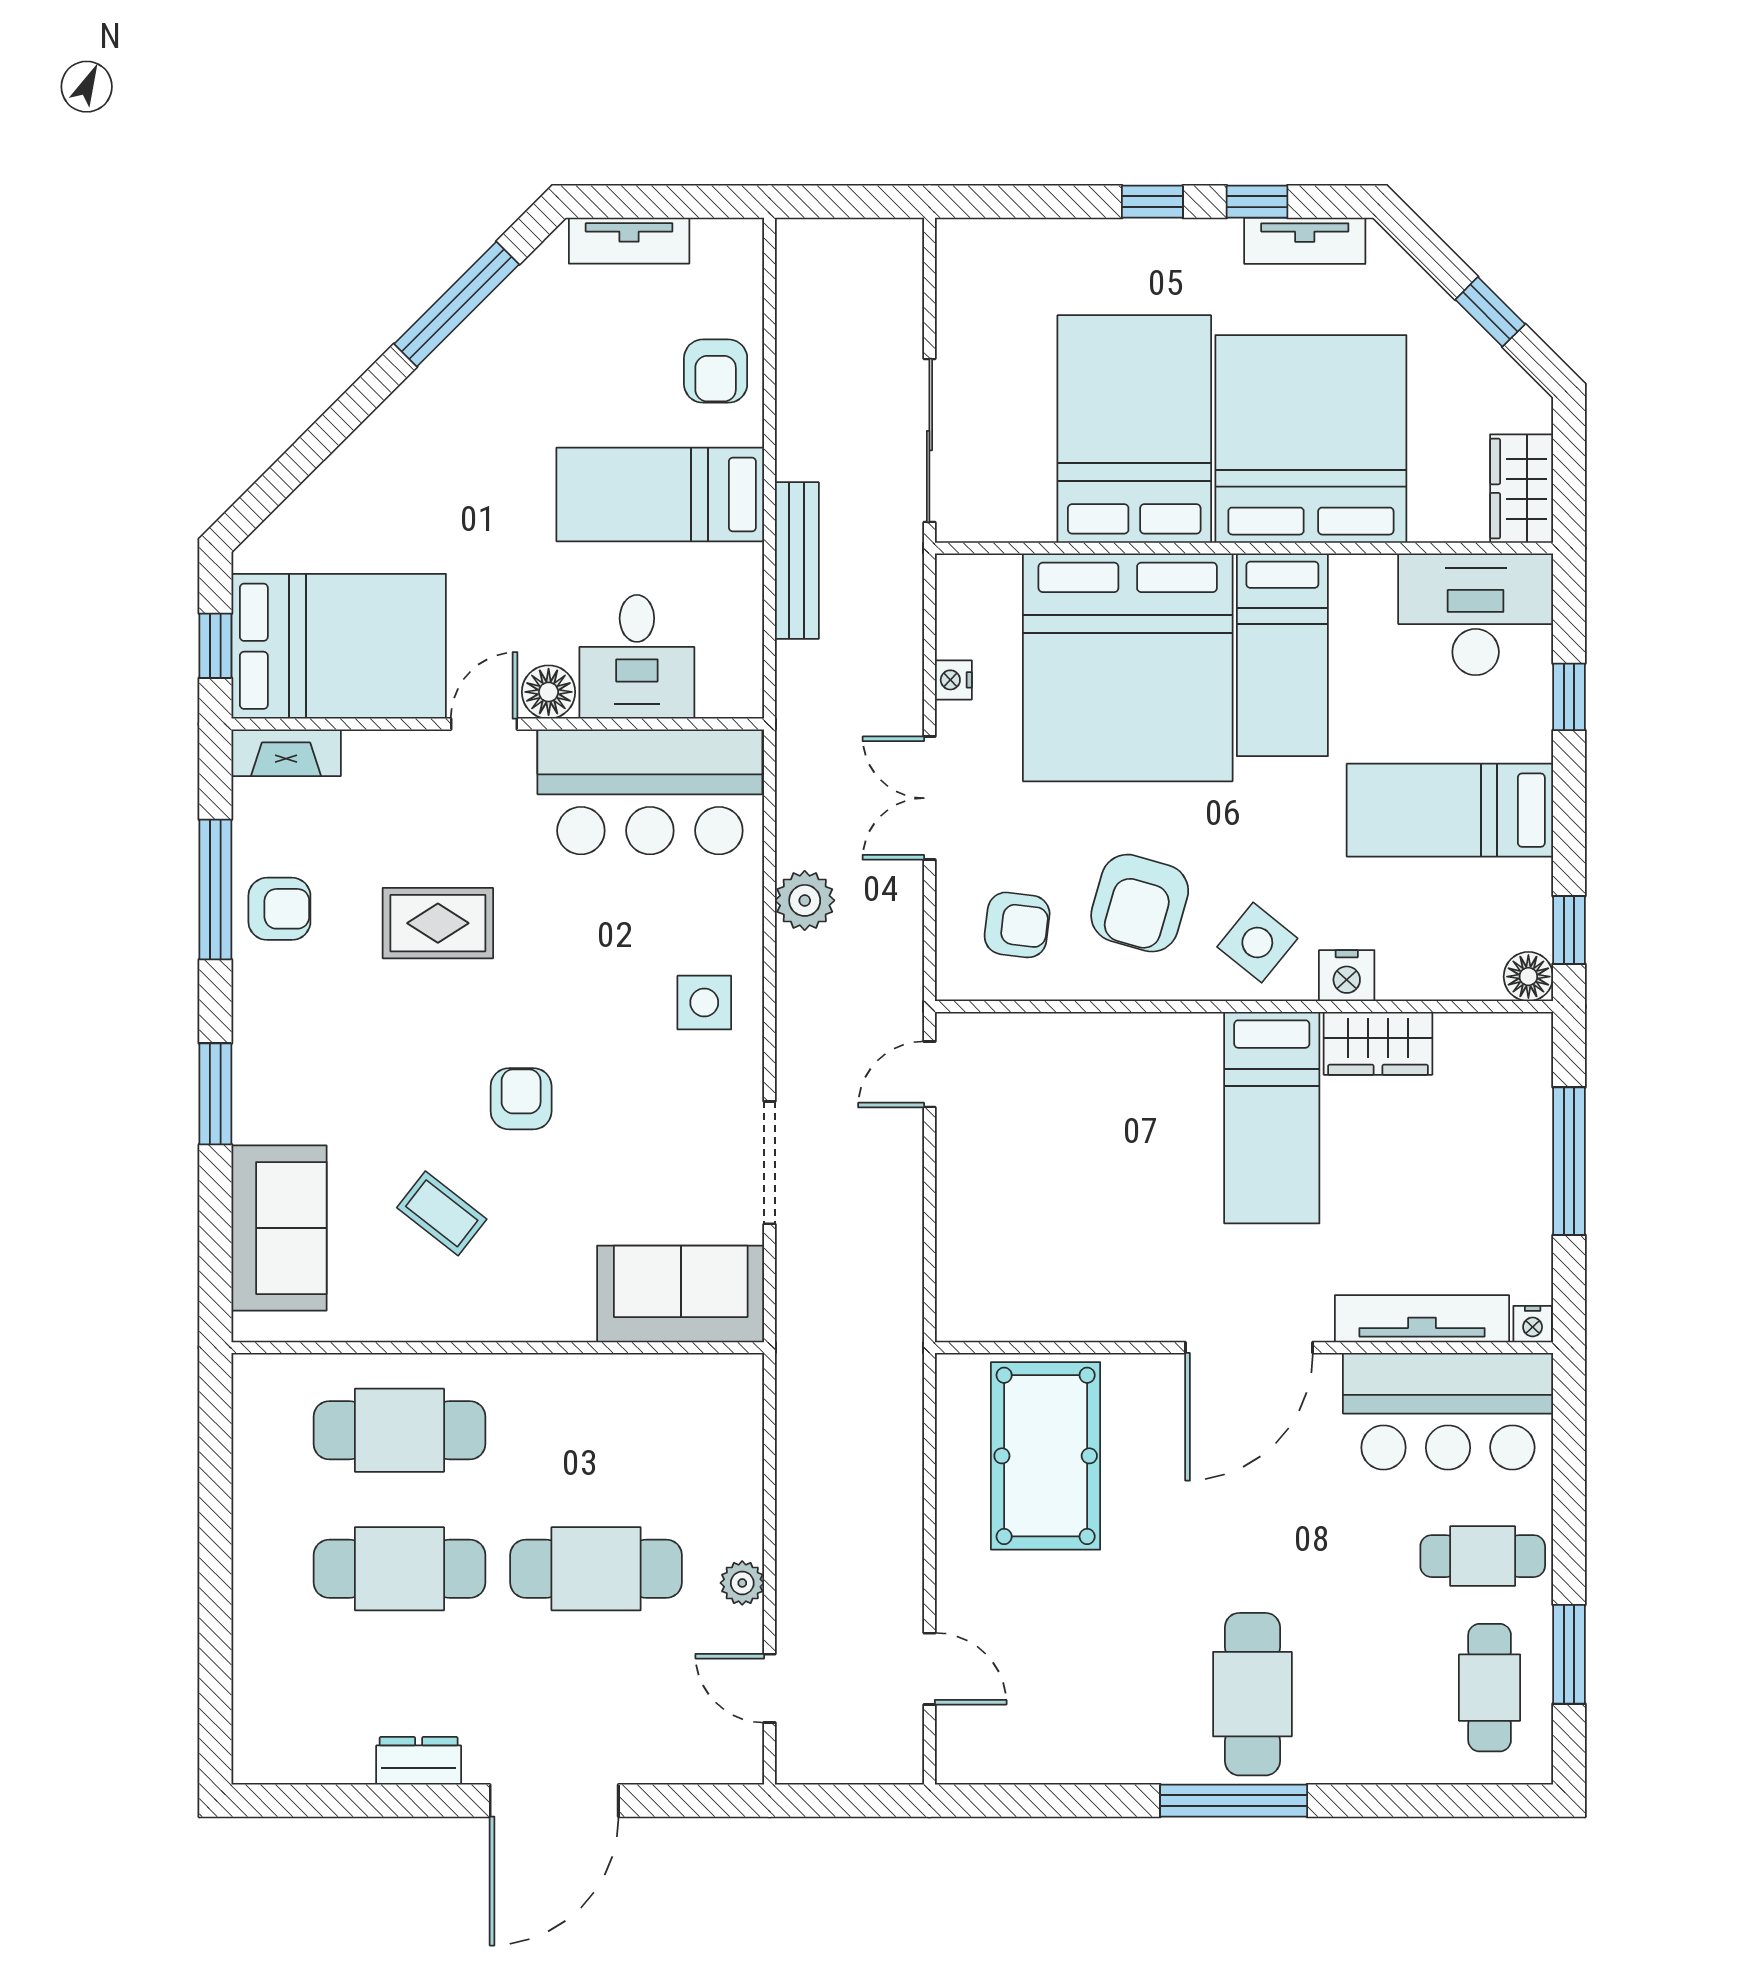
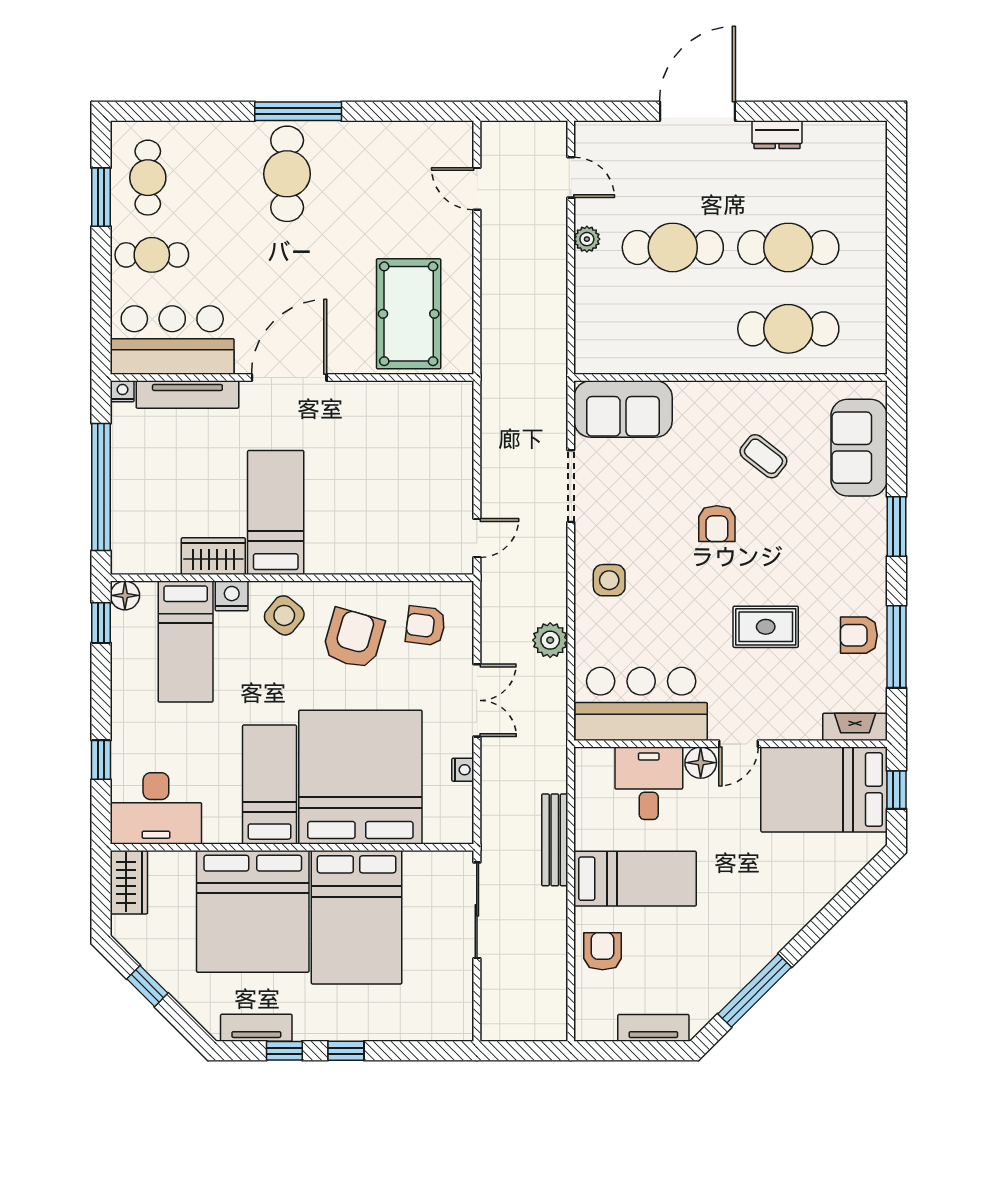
bed: (1450, 810) -> (186, 642), moved, turned 90
window: (1569, 1161) -> (101, 487), width x1.46

